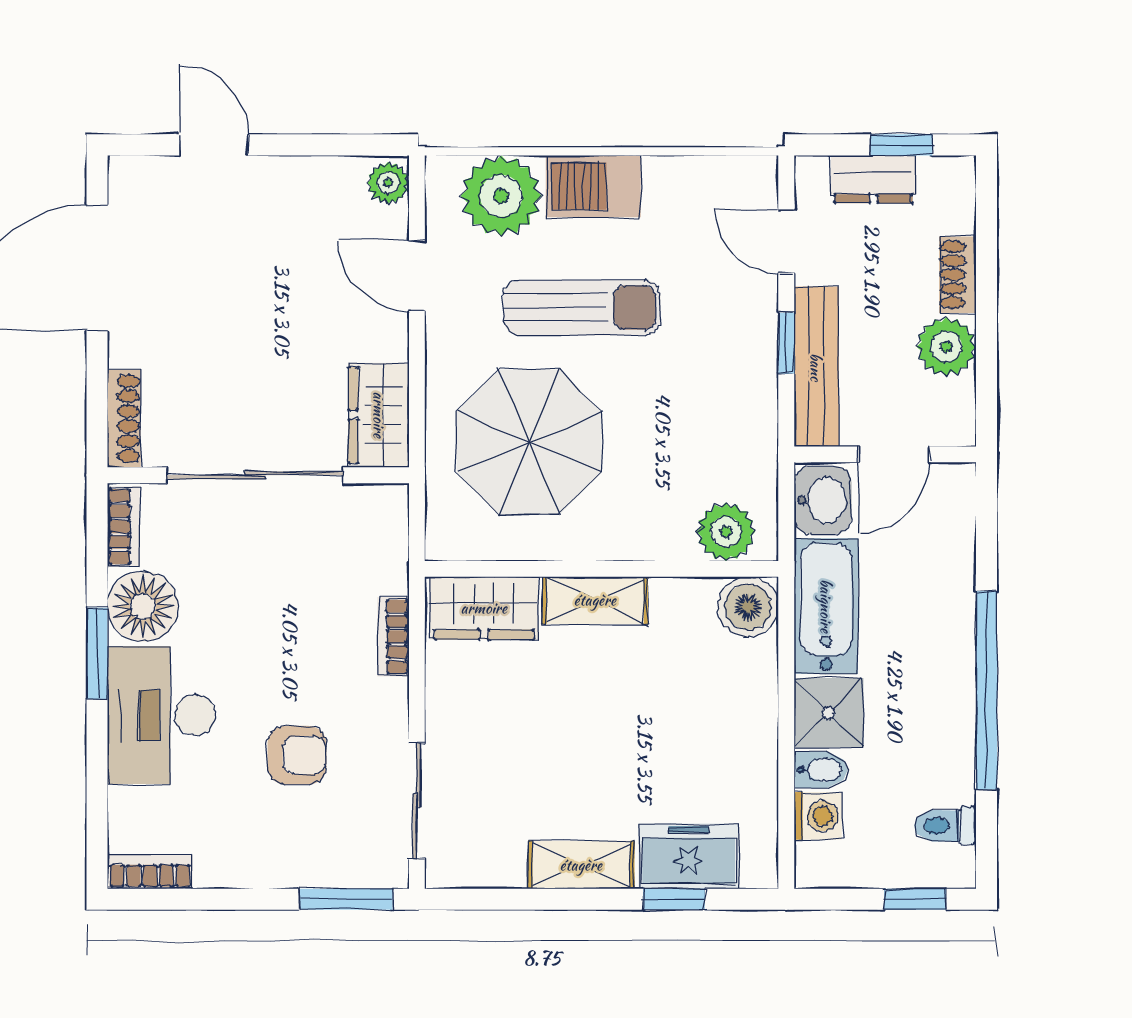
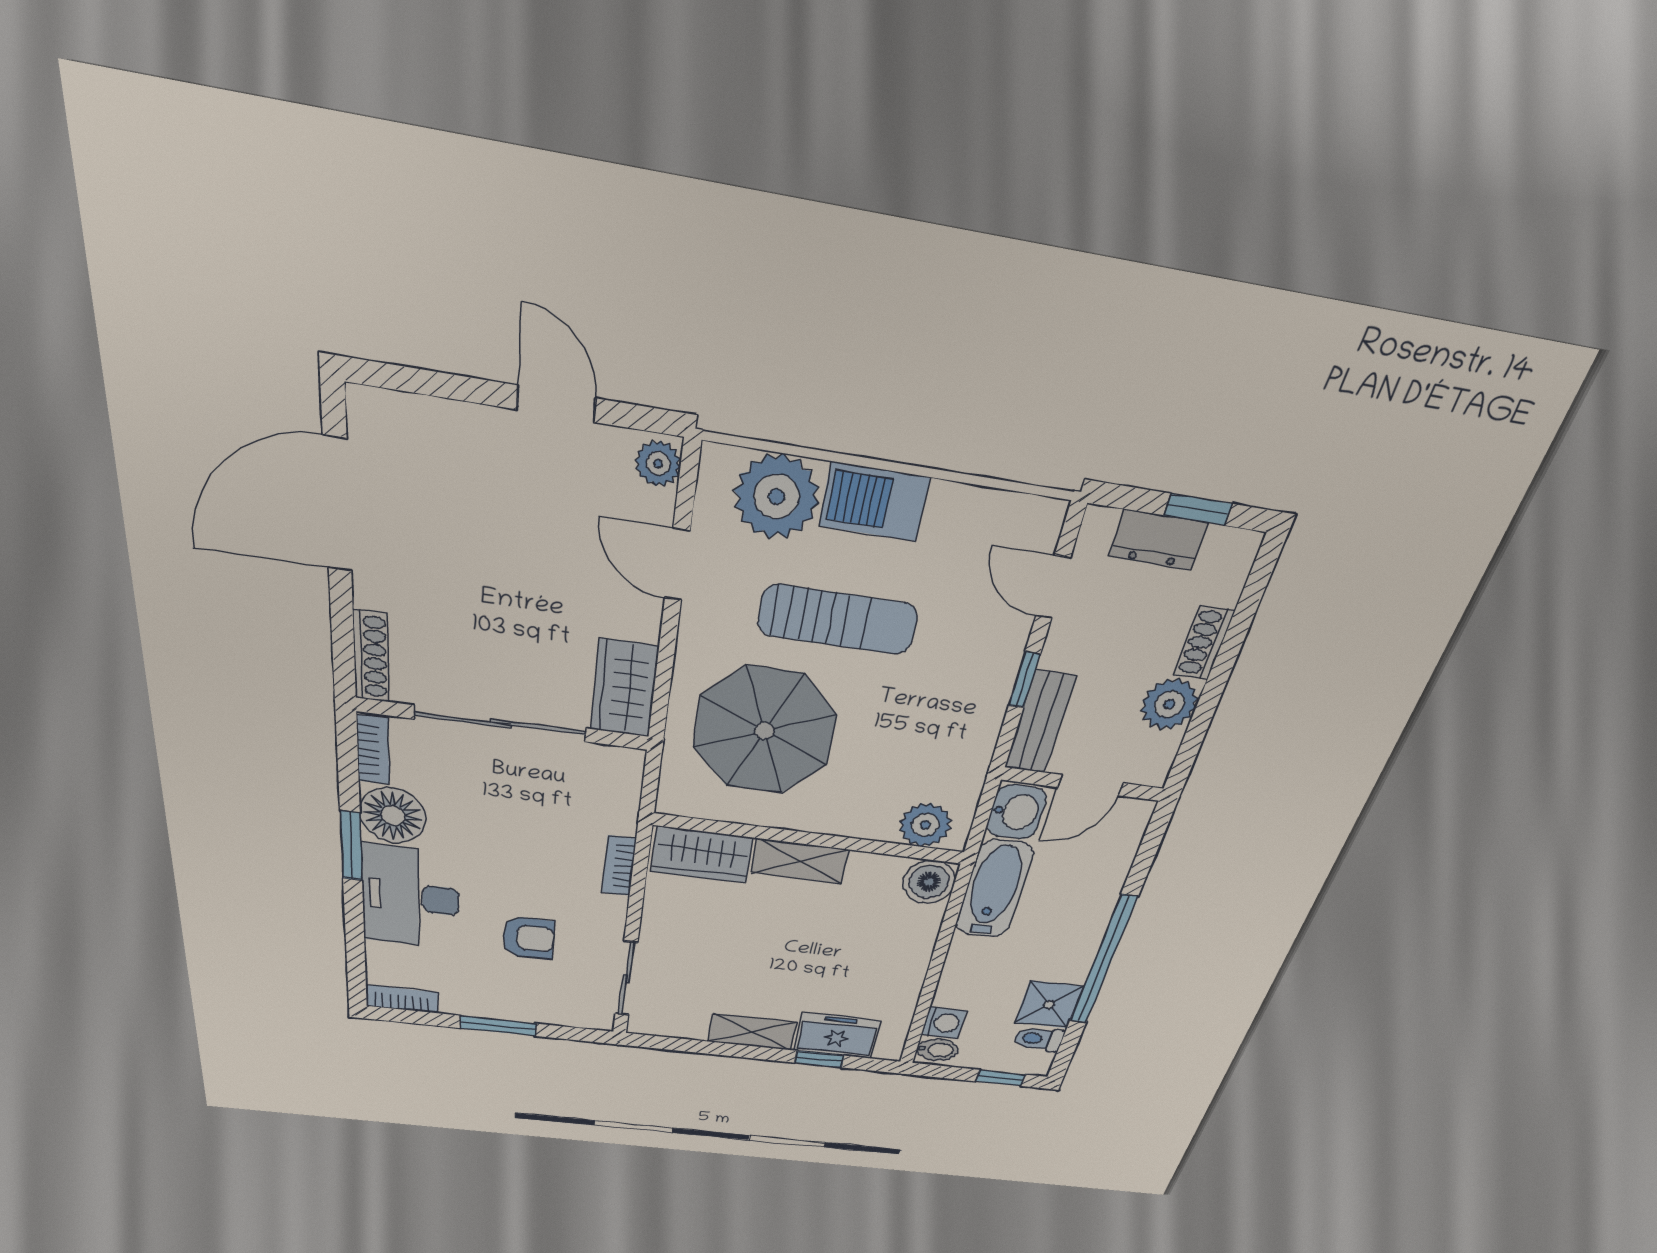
door: (214, 145) -> (556, 404), moved
bench: (816, 367) -> (1040, 722), width x0.73
shower: (829, 713) -> (1049, 1005), moved
bidet: (821, 770) -> (937, 1050), moved
window: (346, 899) -> (498, 1026), moved

